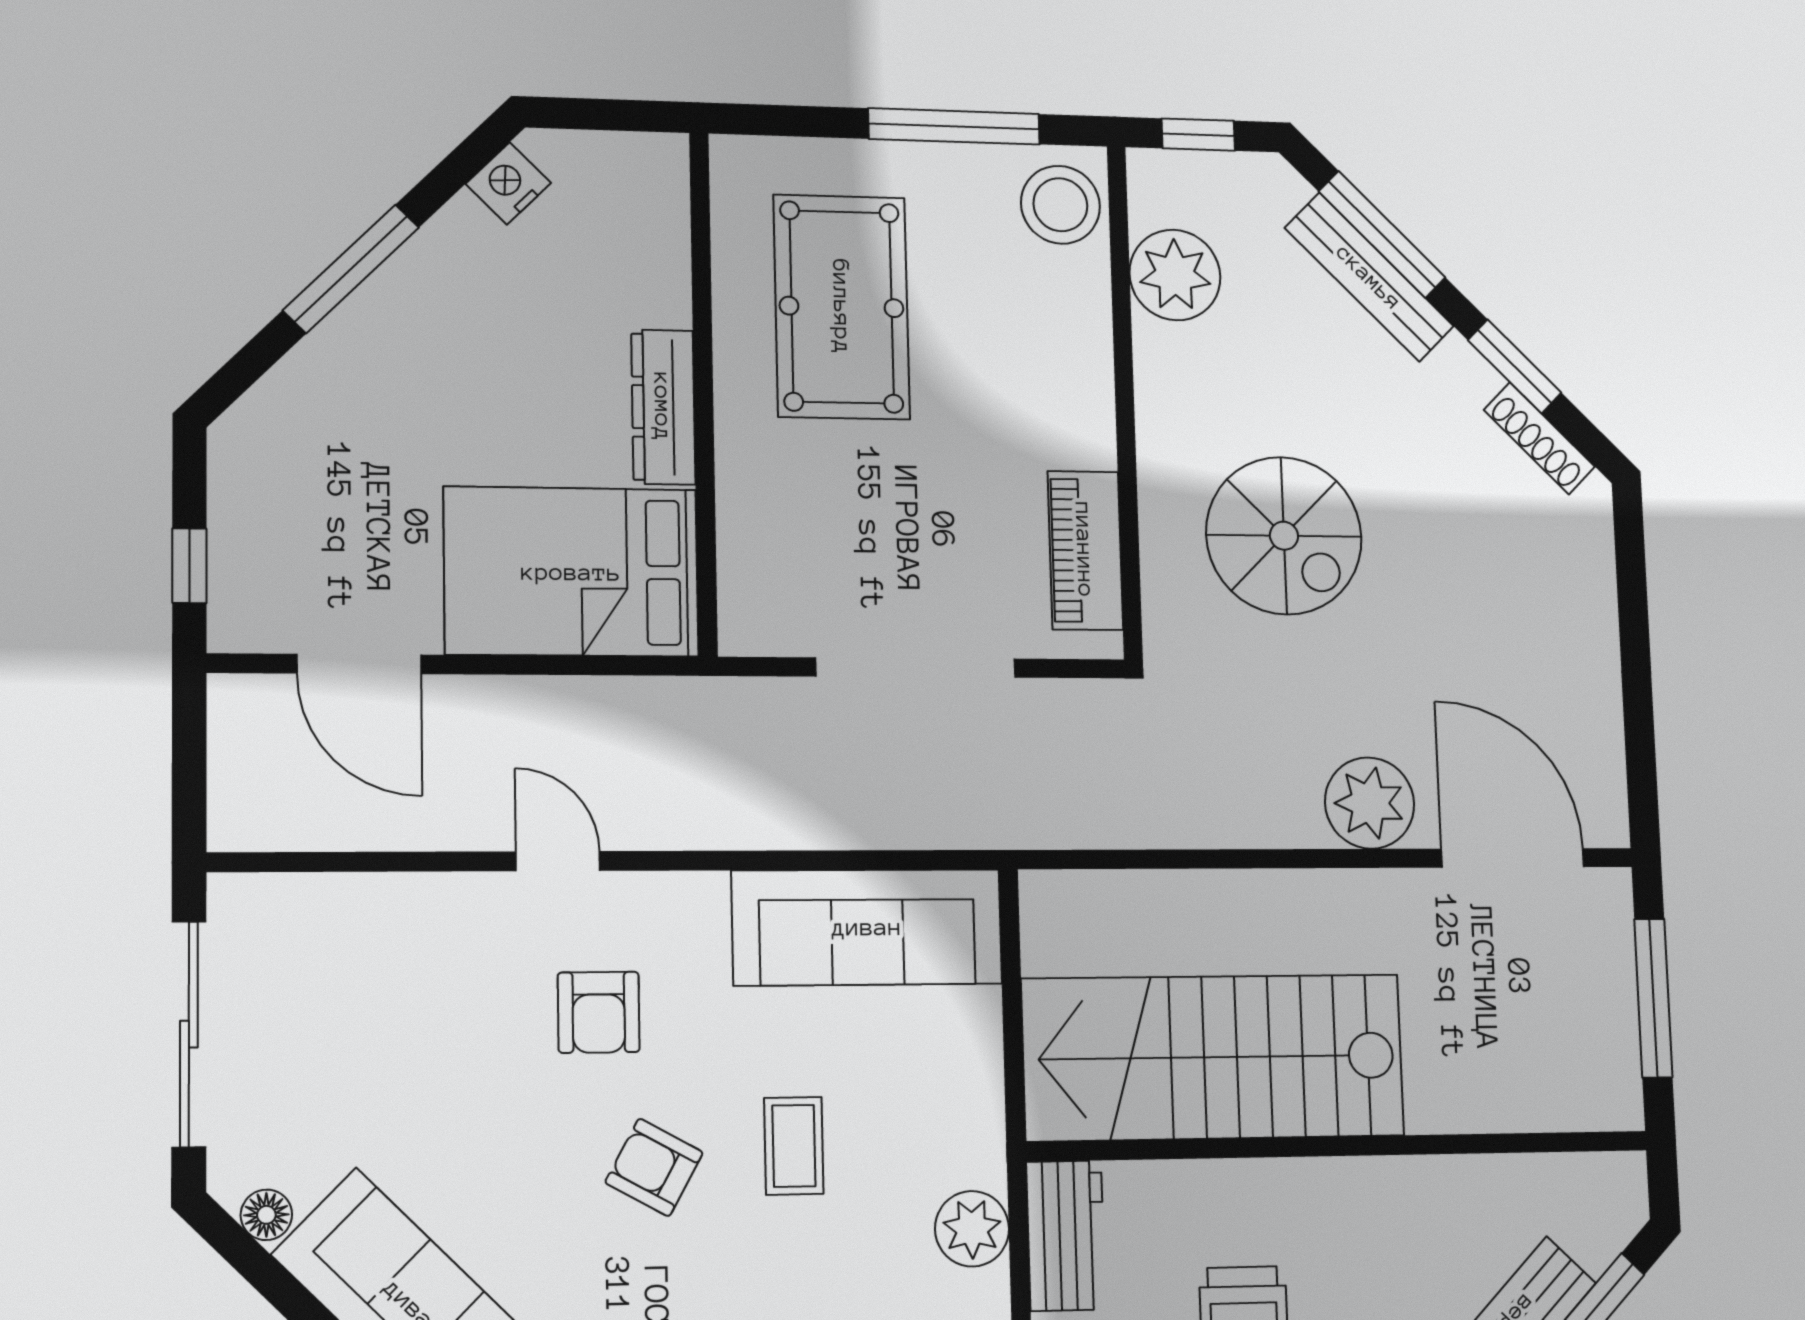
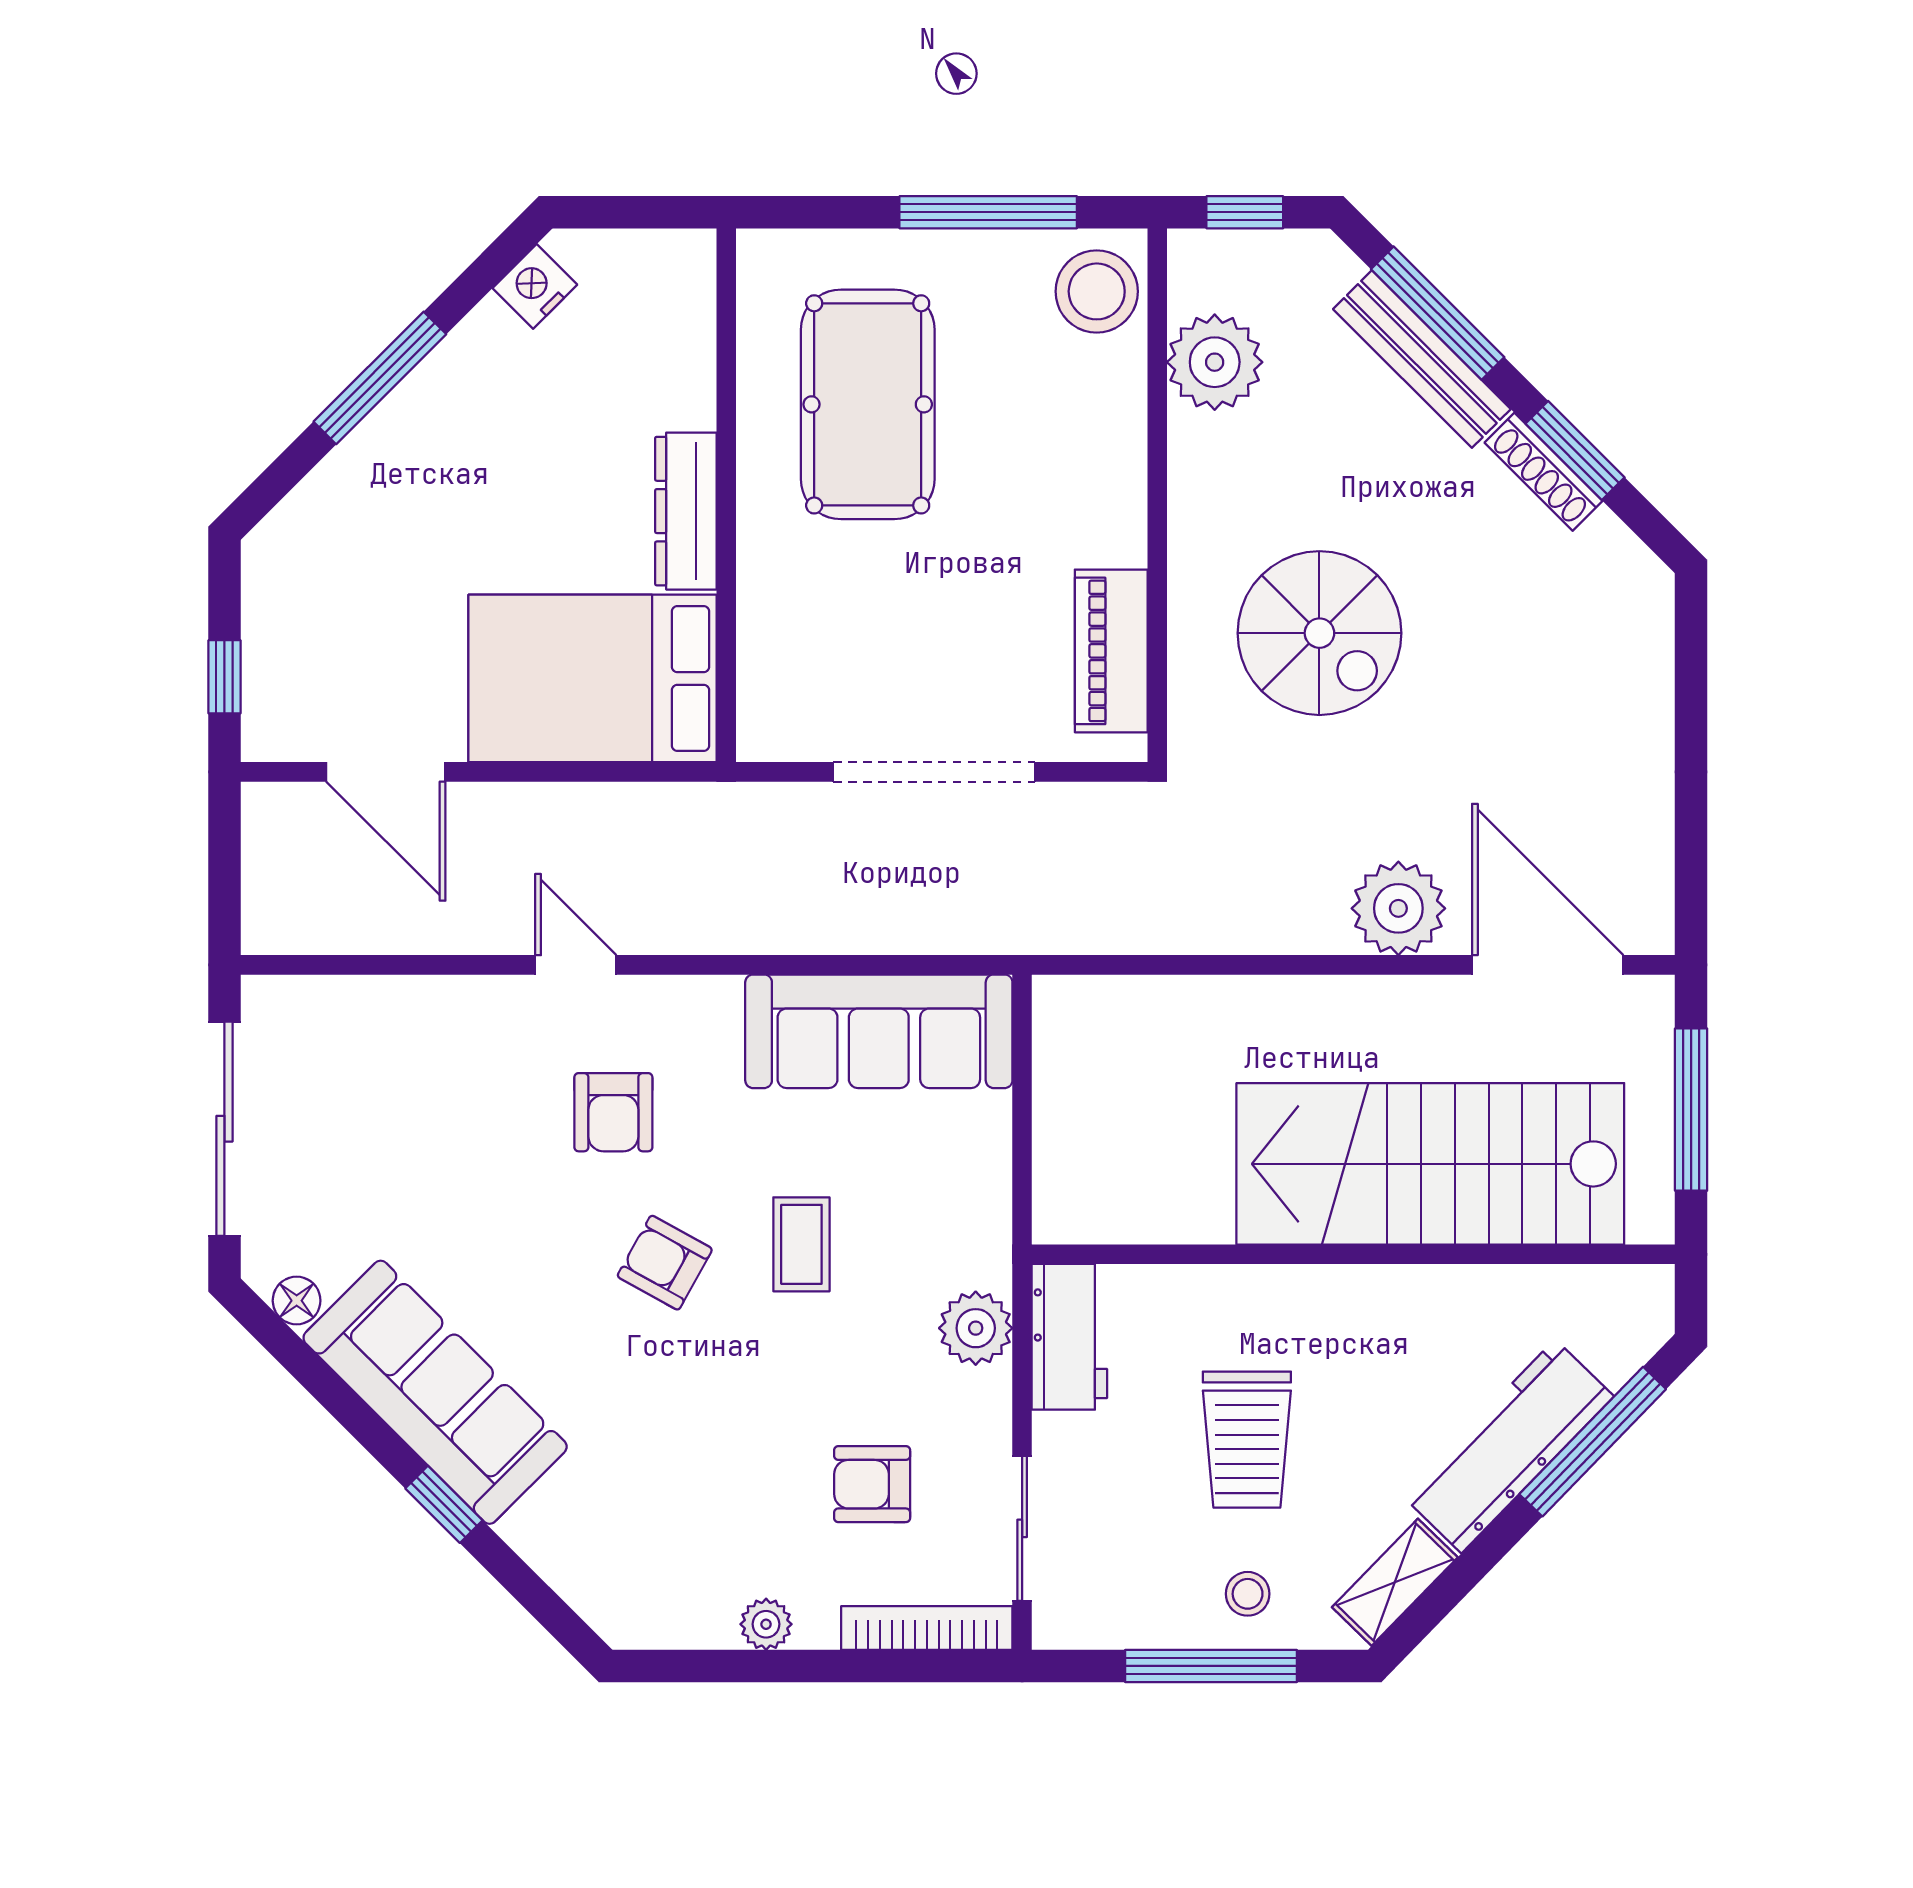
shoe rack: (1539, 438) -> (1544, 472), moved
stairs: (1214, 1057) -> (1430, 1164), moved

